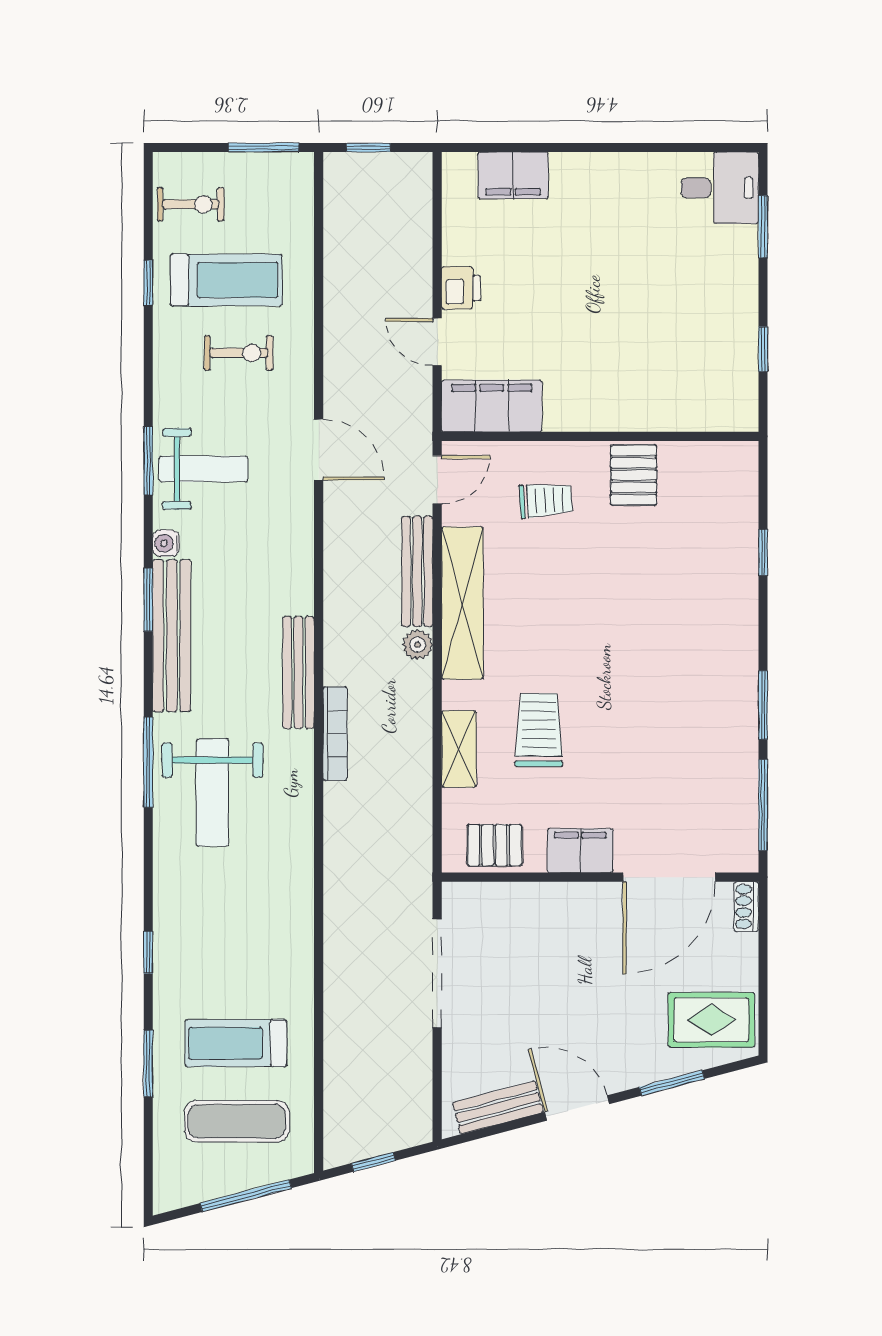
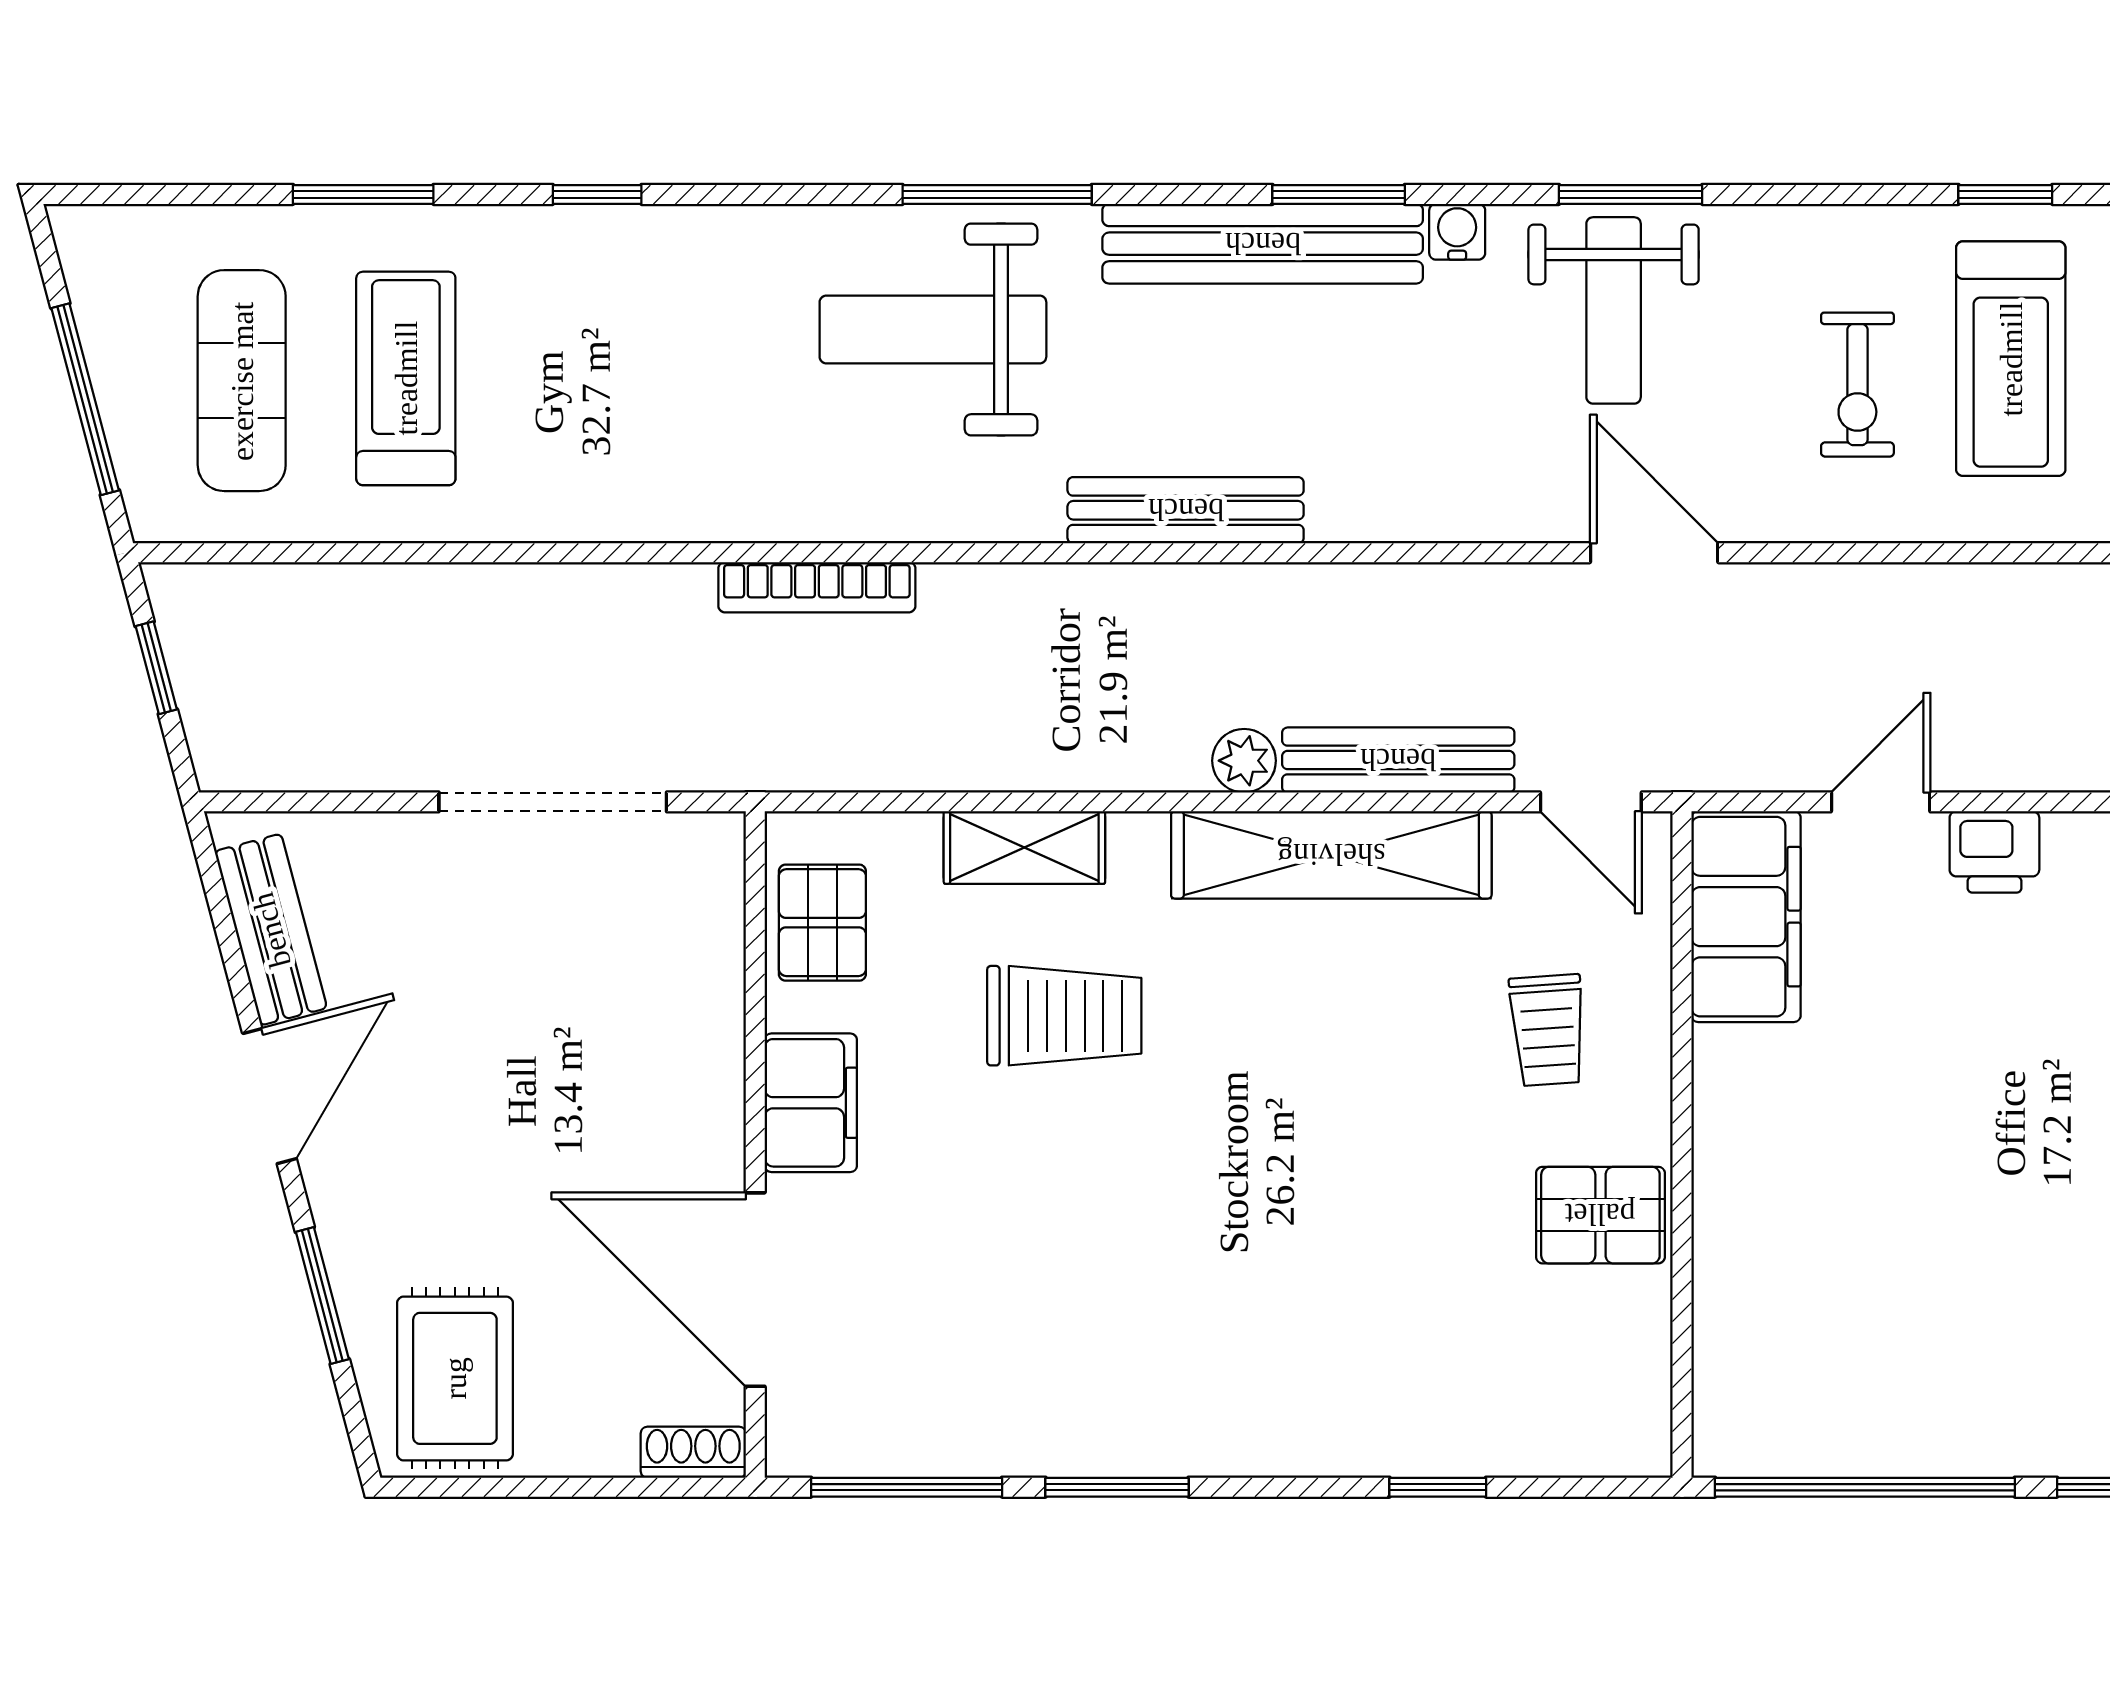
window: (763, 349) -> (1865, 1487), width x3.17
door: (319, 450) -> (1654, 553), swing flipped
bookcase: (335, 734) -> (817, 587), moved

